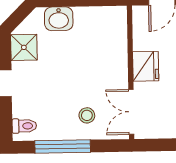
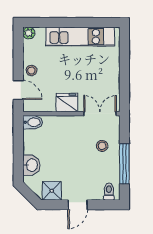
bidet: (118, 19) -> (33, 122), added
double door: (131, 112) -> (100, 114), swing flipped

